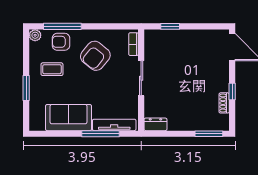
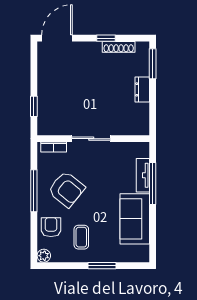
window: (62, 26) -> (34, 191), moved
armchair: (61, 42) -> (51, 227), turned 180
shoe rack: (224, 103) -> (119, 47), width x1.43
dresser: (155, 124) -> (142, 89), moved
tv unit: (114, 125) -> (143, 175), width x0.71

